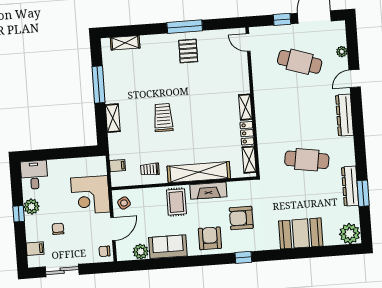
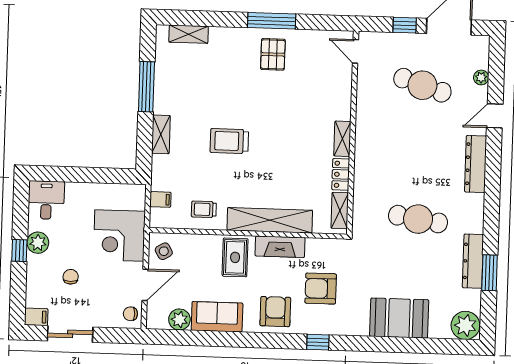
trolley: (163, 118) -> (229, 141), turned -90
filing cabinet: (35, 249) -> (36, 317), moved

